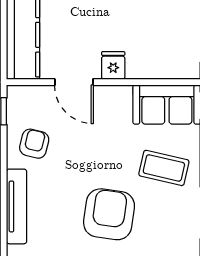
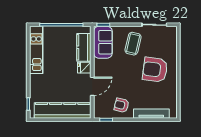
kitchen counter: (156, 65) -> (84, 47), added

